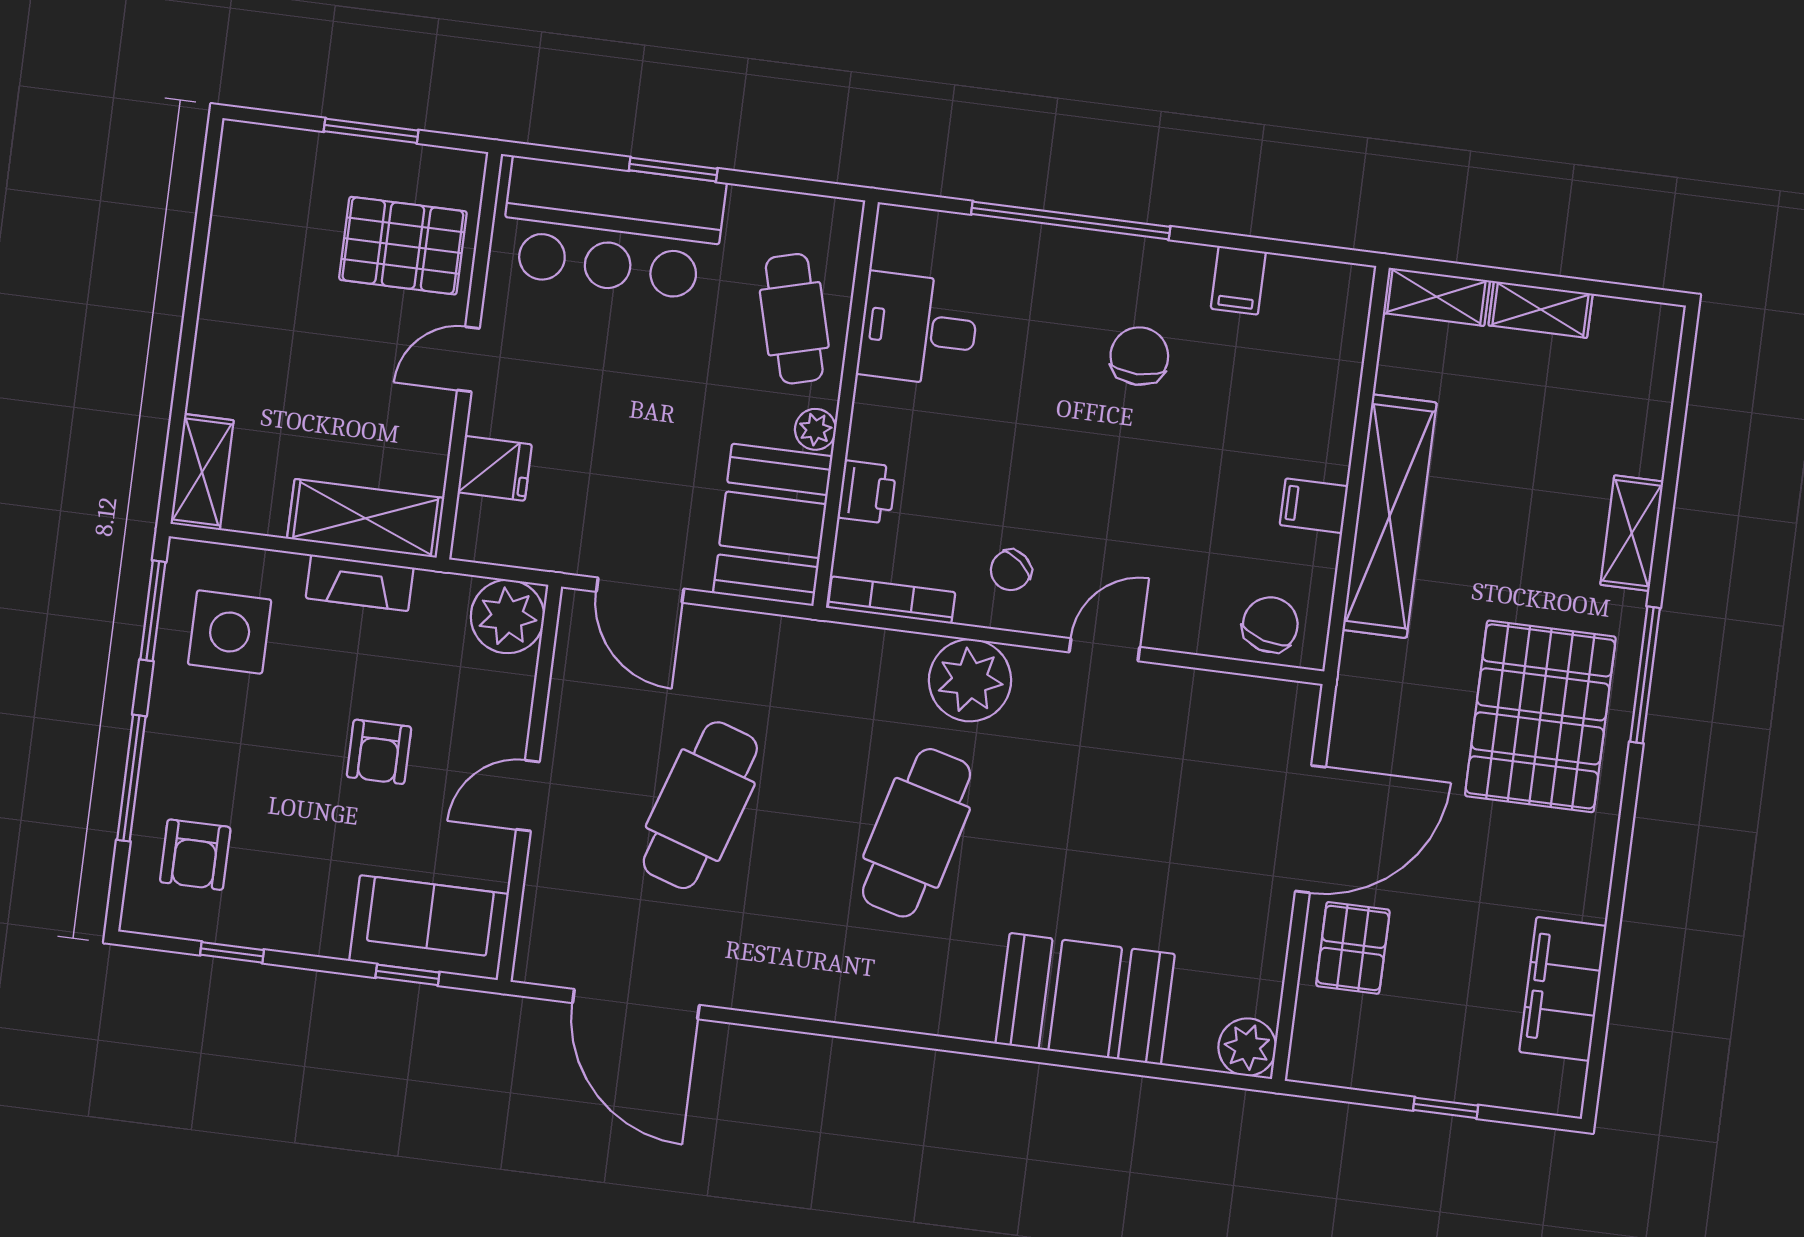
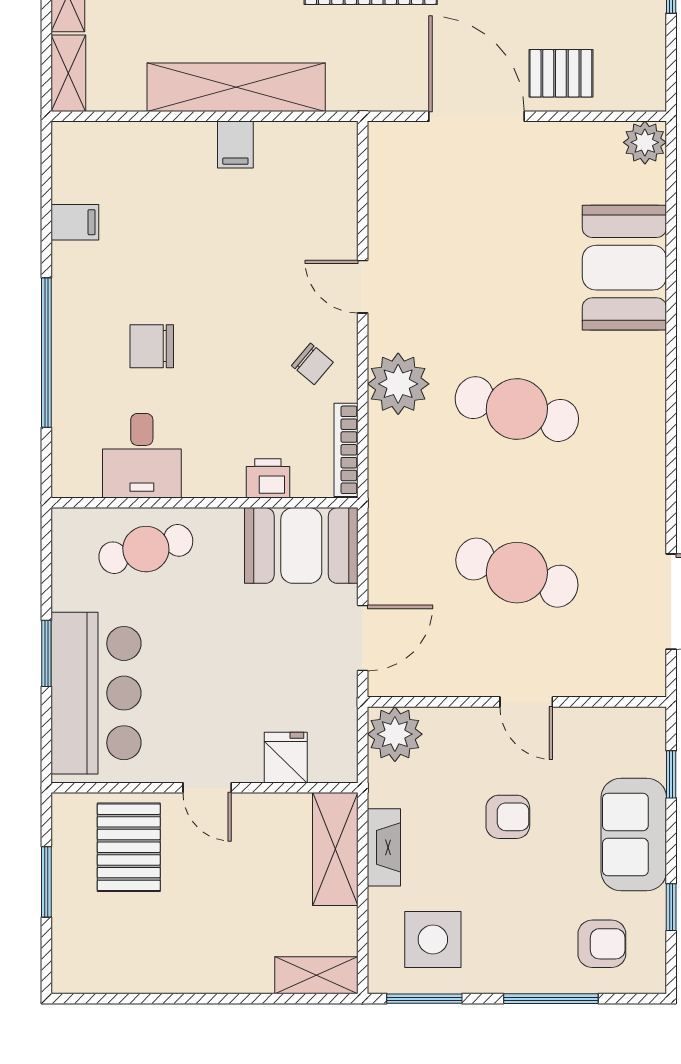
chair: (1139, 356) -> (152, 346), moved
plant: (815, 429) -> (226, 523), removed
chair: (1270, 625) -> (328, 166), removed
sofa: (429, 928) -> (634, 834), moved

